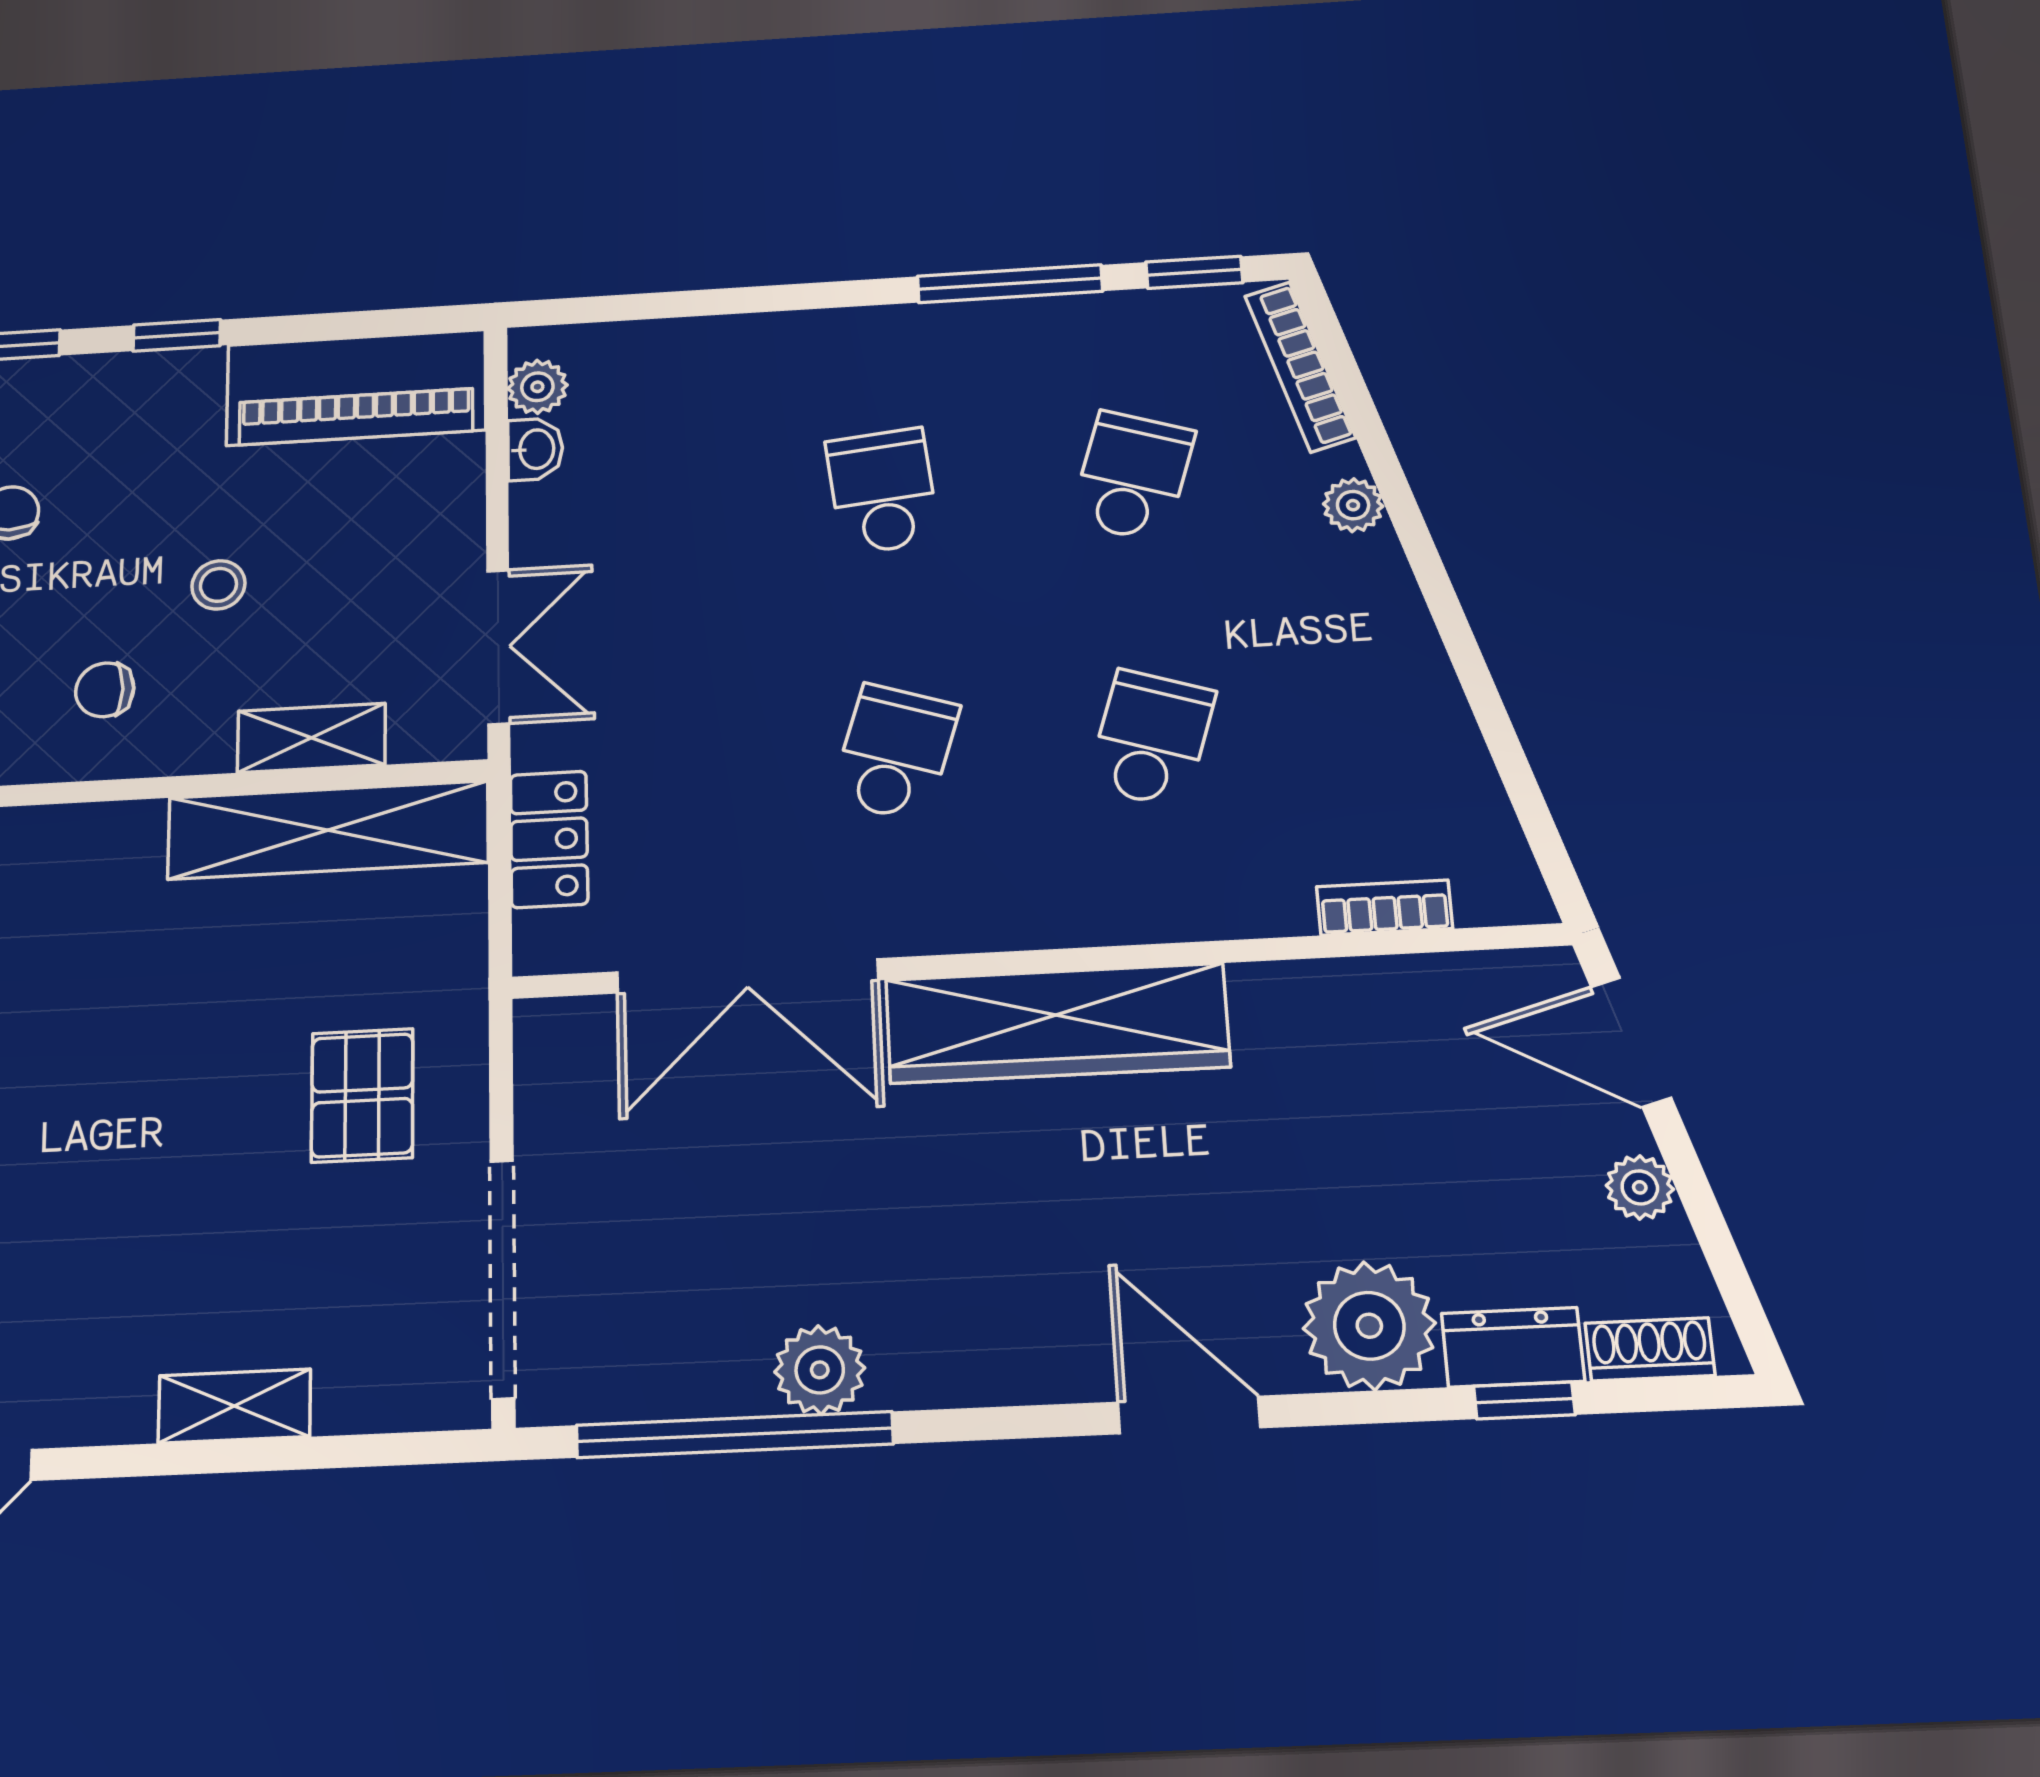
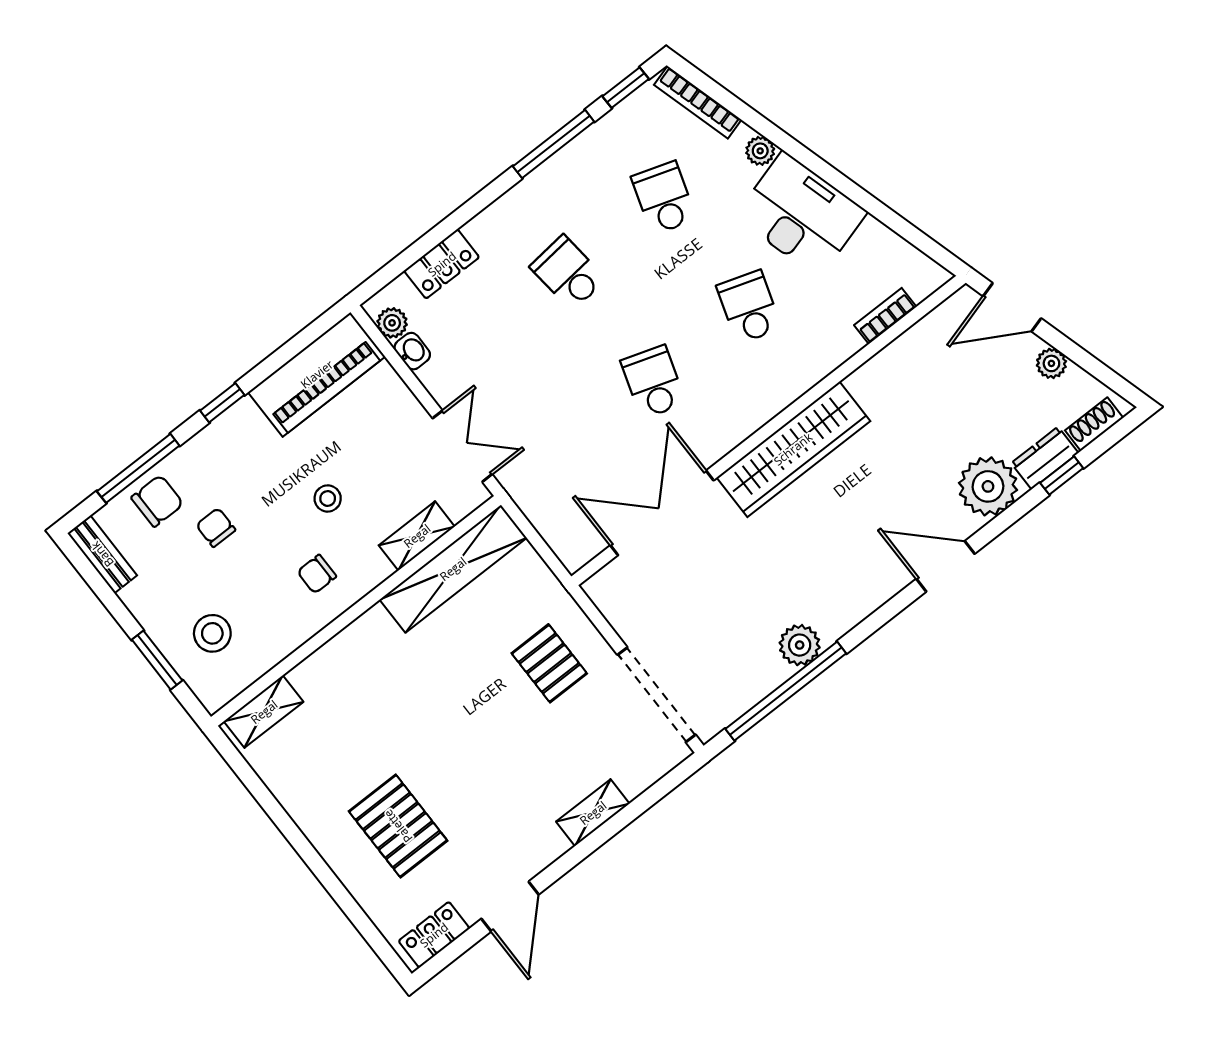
desk: (1352, 648) -> (801, 214), added
locker: (549, 839) -> (442, 264), moved, turned 90
double door: (747, 976) -> (662, 513), swing flipped

